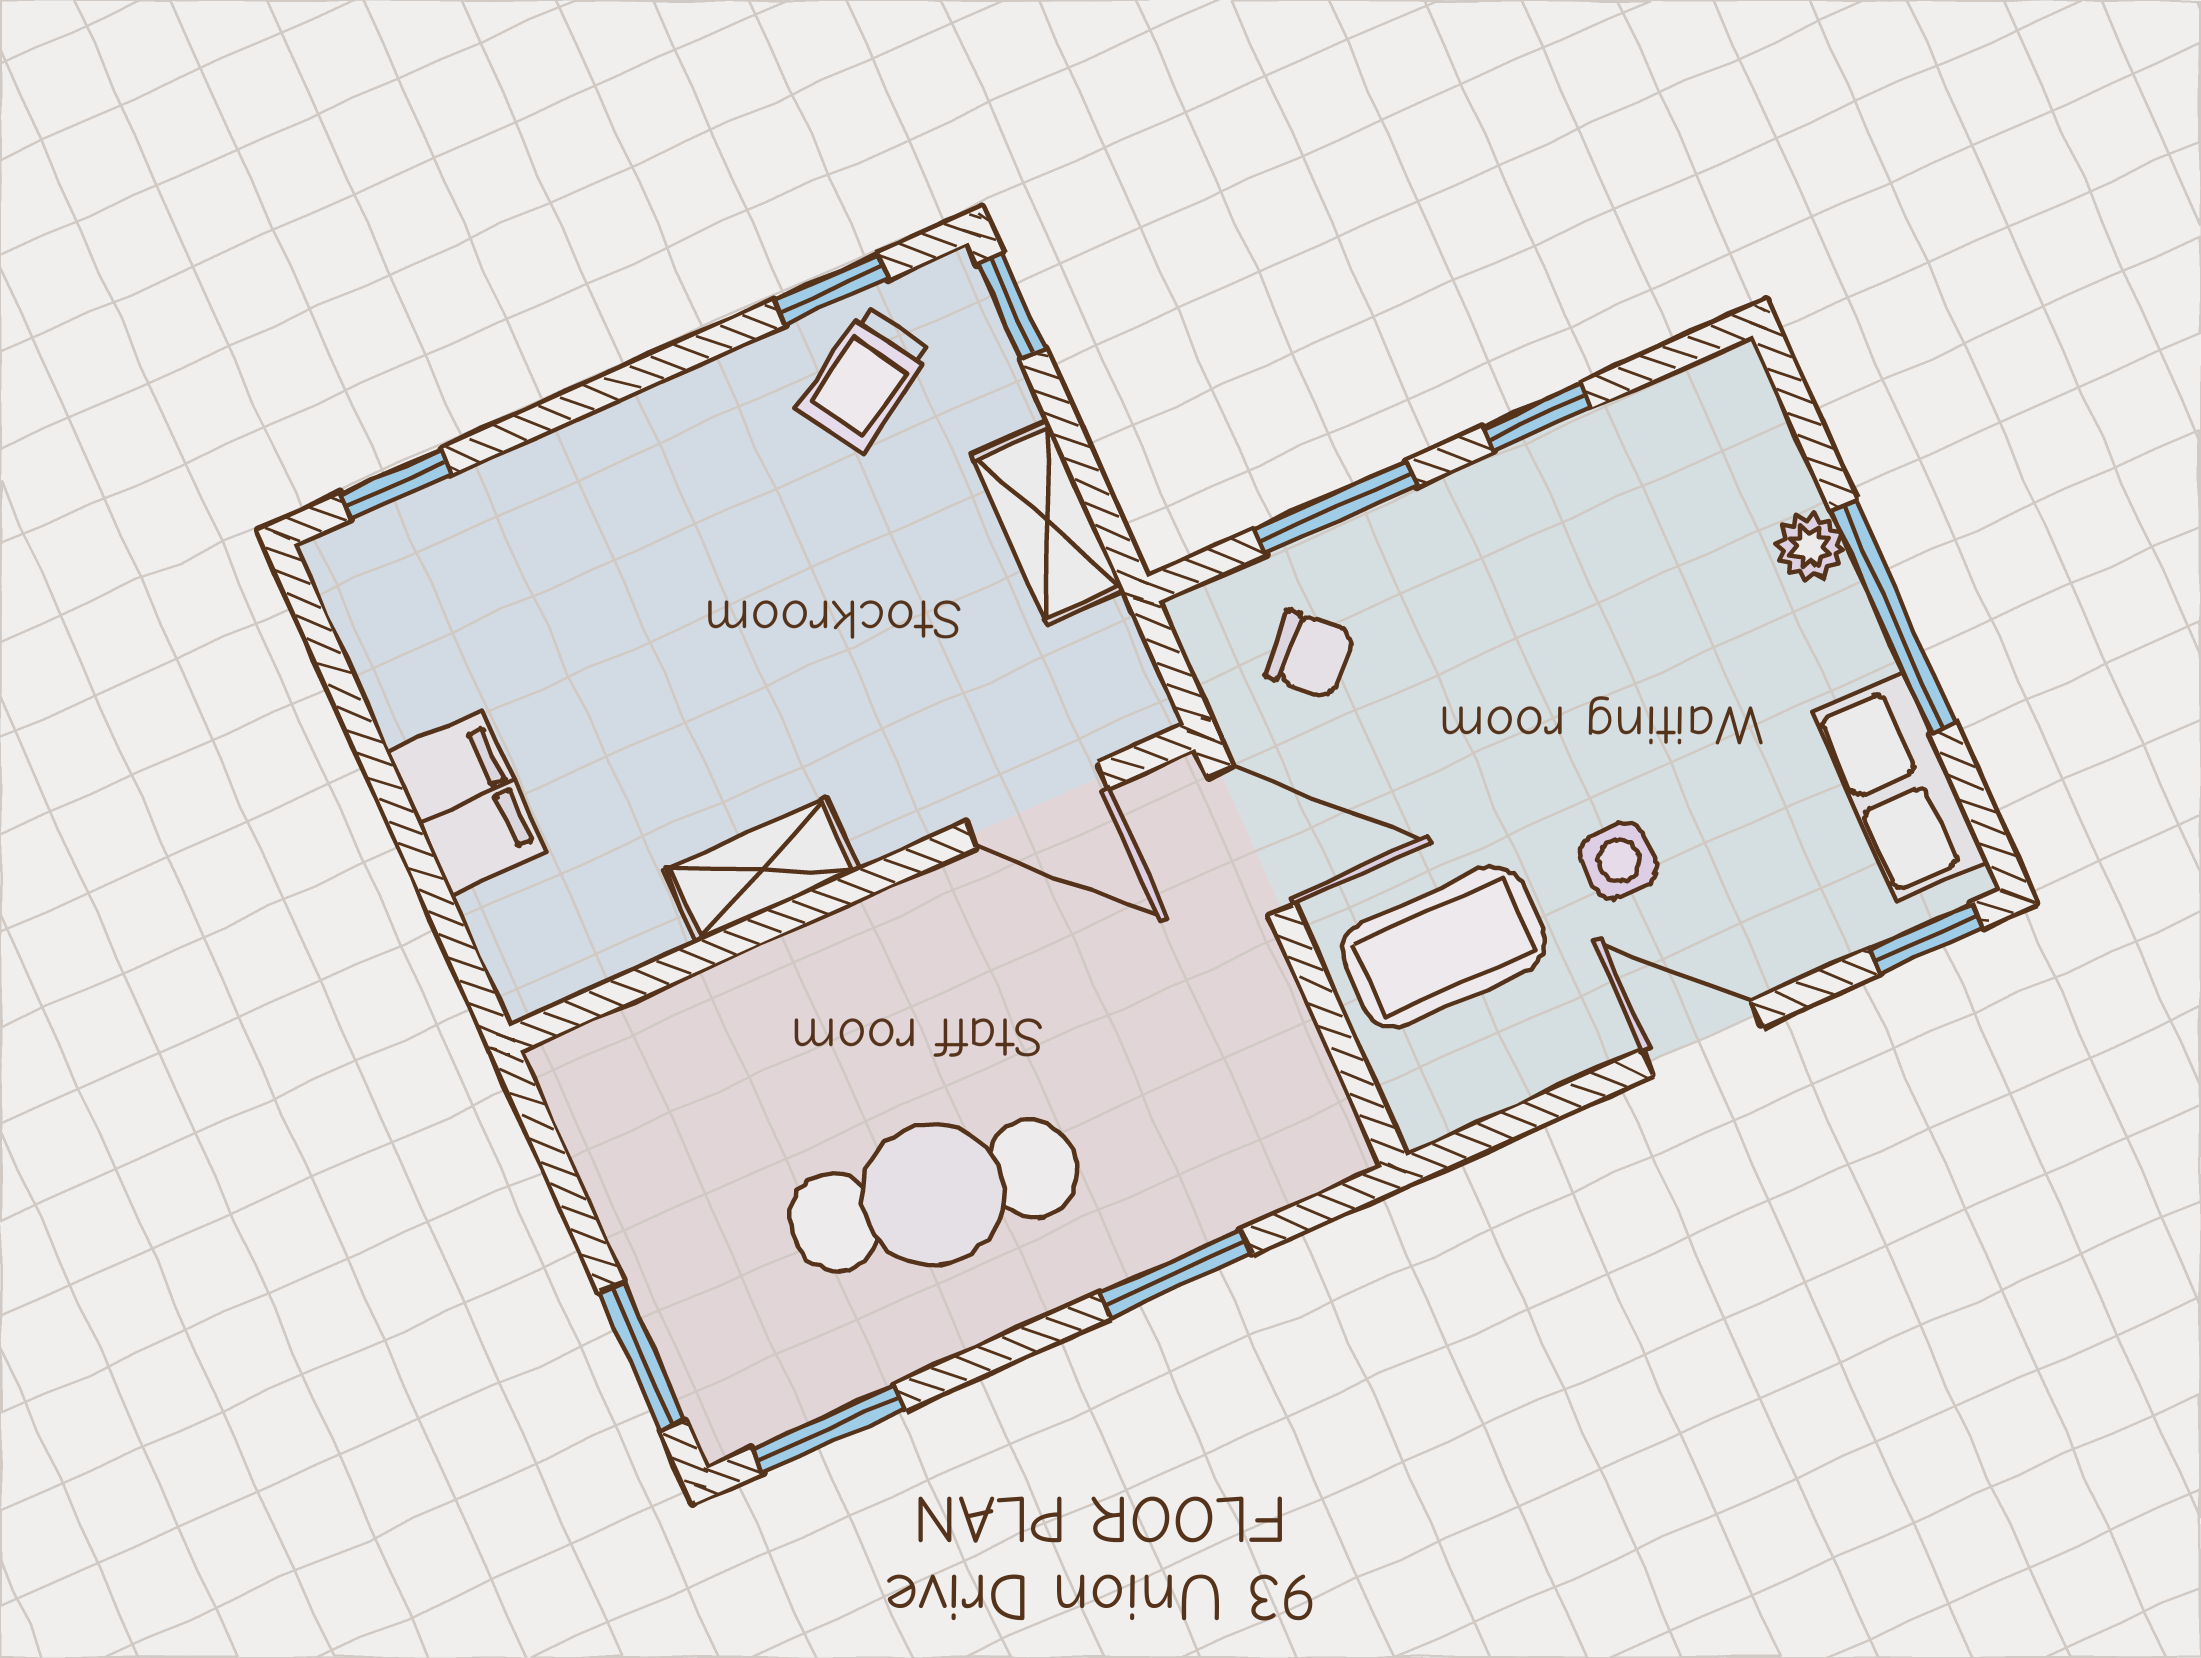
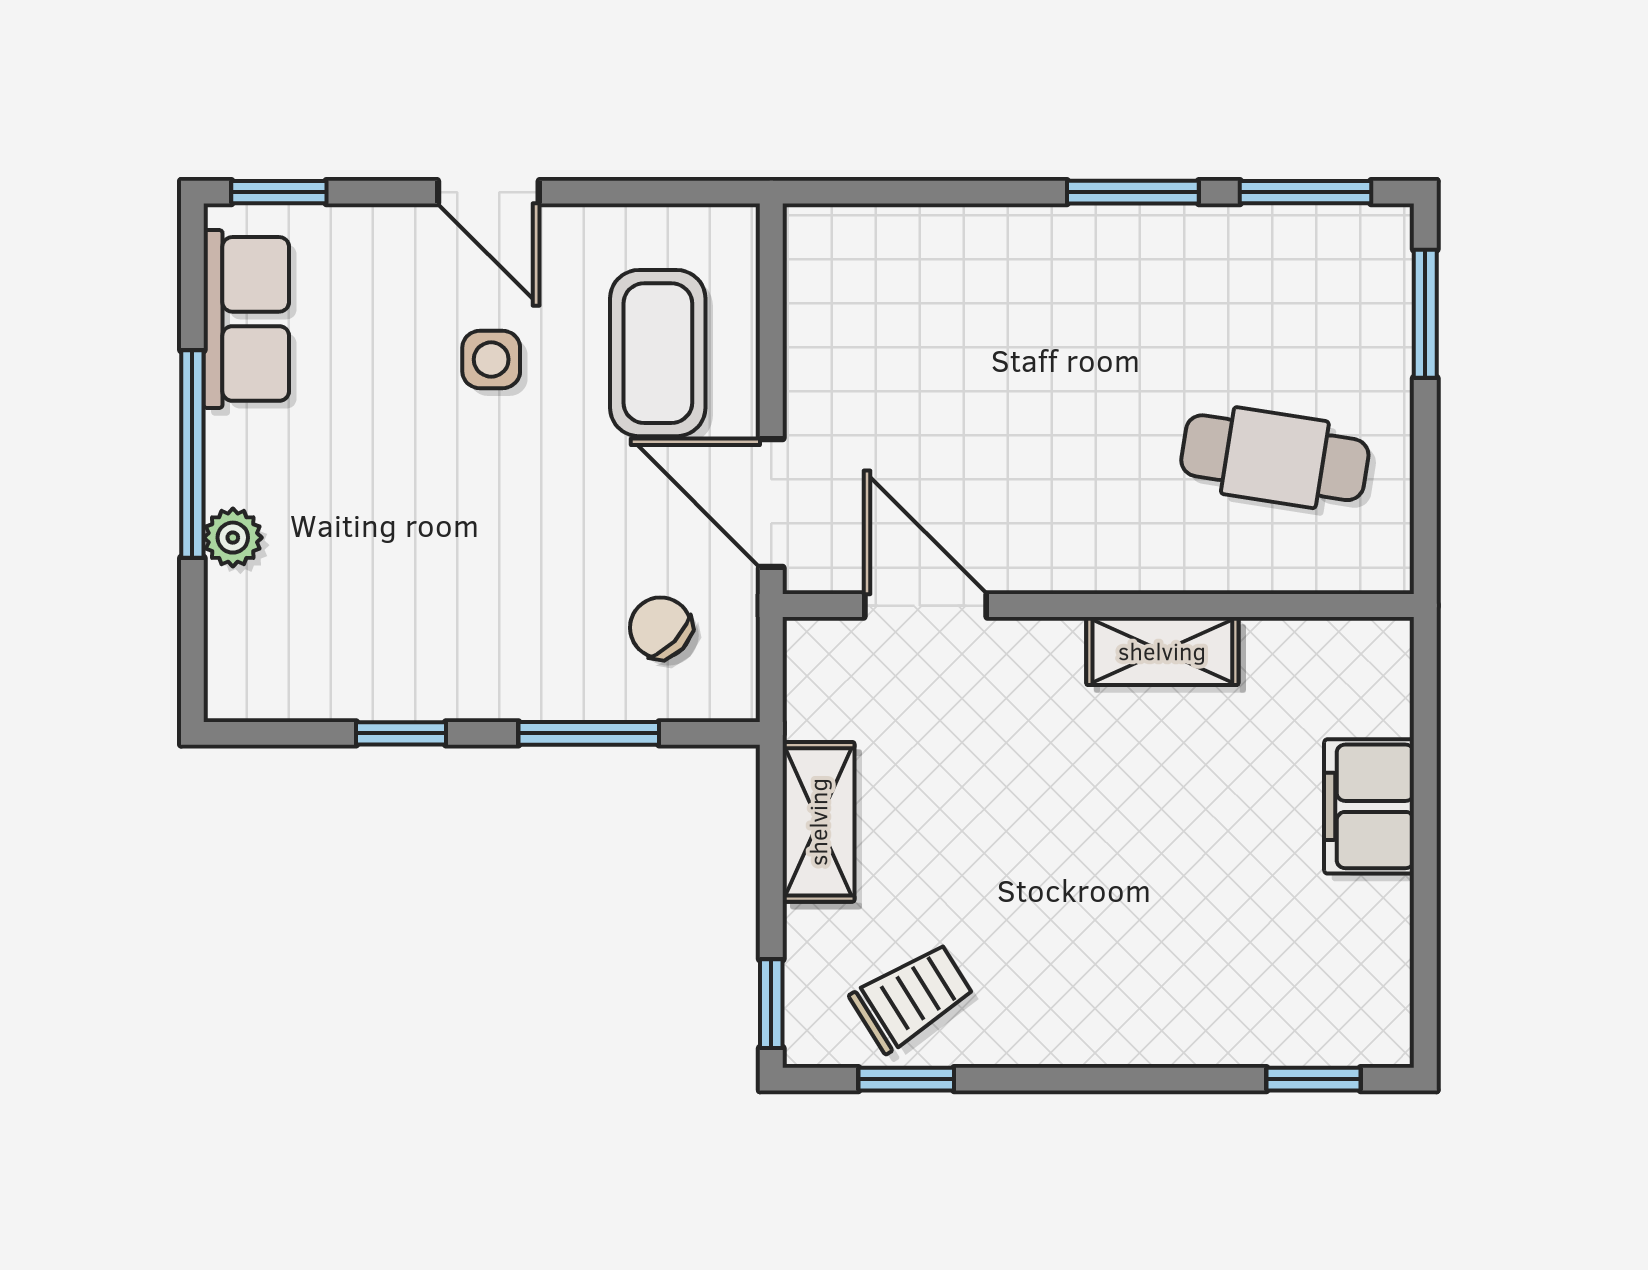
coffee table: (1444, 947) -> (658, 353), turned 90
cafe table: (933, 1195) -> (1275, 458), moved, width x0.73, depth x0.74
window: (1176, 1274) -> (1133, 192), moved

